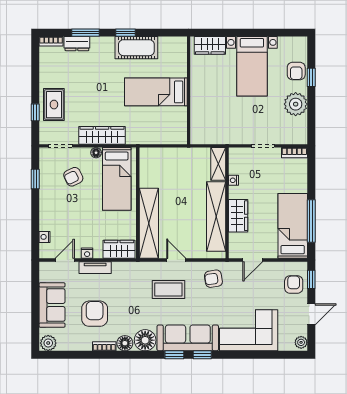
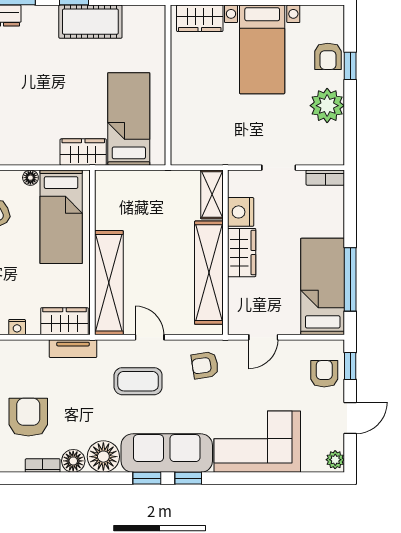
bed: (156, 92) -> (129, 119), moved, turned 90
wardrobe: (102, 135) -> (83, 152), moved, width x0.67
nightstand: (234, 180) -> (241, 212), width x1.89, depth x1.79
wardrobe: (238, 216) -> (242, 253), moved
tv unit: (95, 268) -> (73, 349), moved

